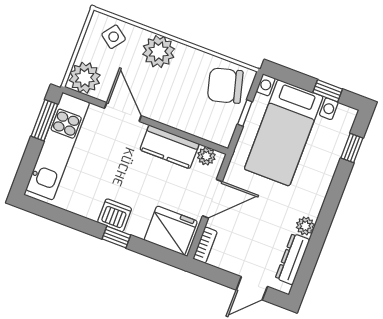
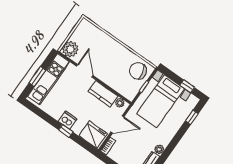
side table: (114, 37) -> (90, 33), removed
plant: (159, 52) -> (110, 46), removed
window: (44, 120) -> (37, 76), moved

